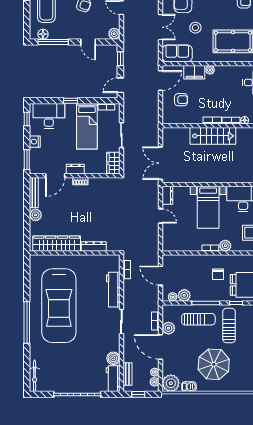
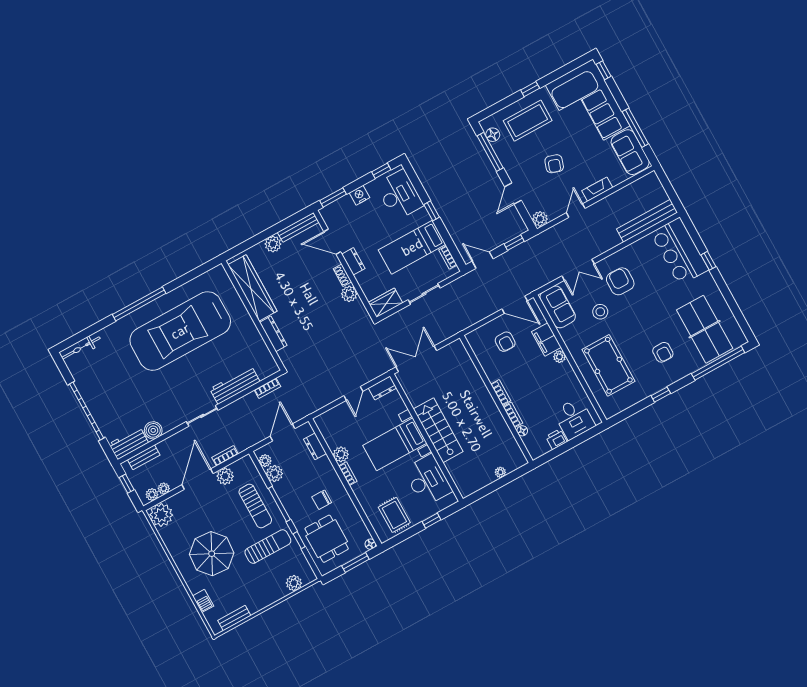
stairs: (213, 136) -> (438, 430), moved, turned 180
plant: (95, 183) -> (349, 294), added
plant: (225, 246) -> (341, 454), moved
dresser: (181, 260) -> (315, 446), added
barbecue: (189, 387) -> (203, 601), moved

